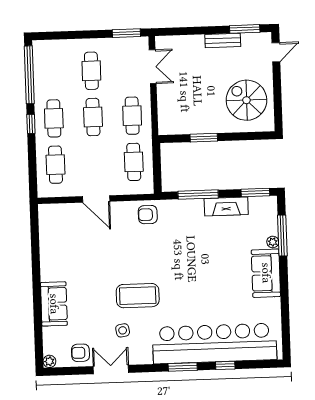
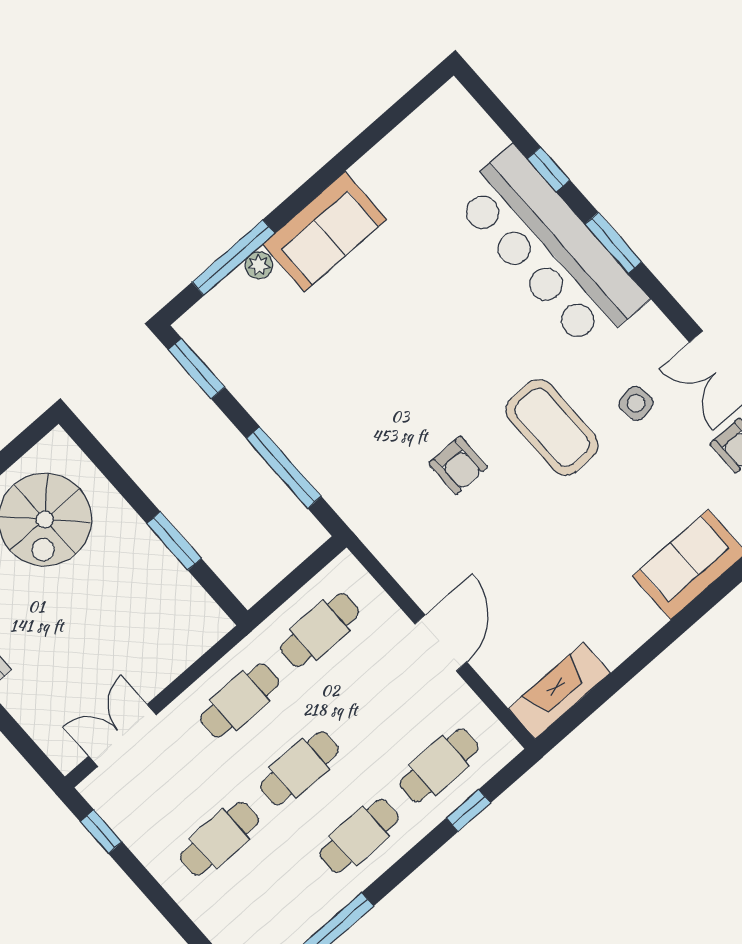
window: (126, 33) -> (101, 832), width x0.67
window: (31, 124) -> (468, 810), moved
fireplace: (226, 206) -> (559, 691), moved, turned -90
armchair: (148, 215) -> (458, 465), moved
bar counter: (215, 343) -> (550, 249), width x0.73

